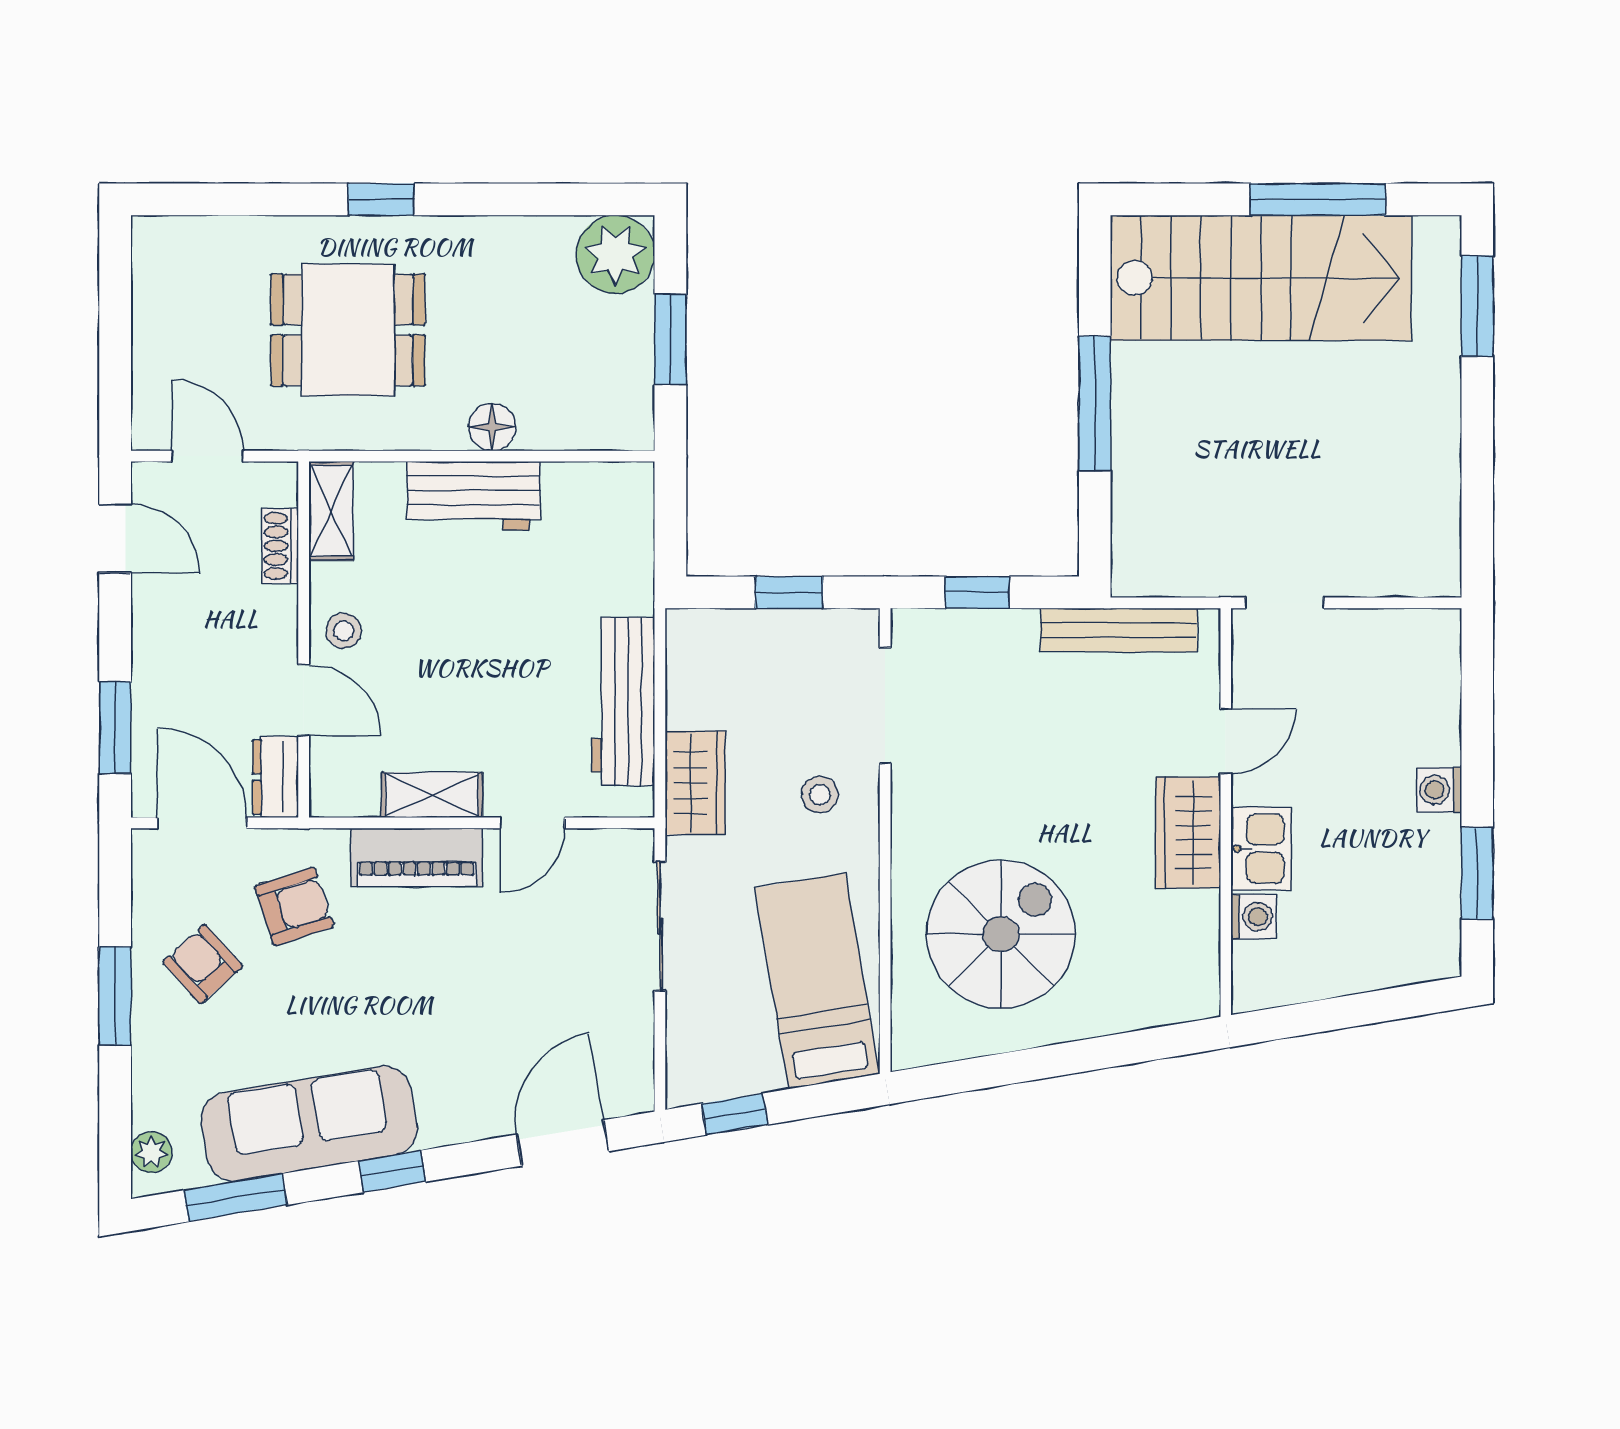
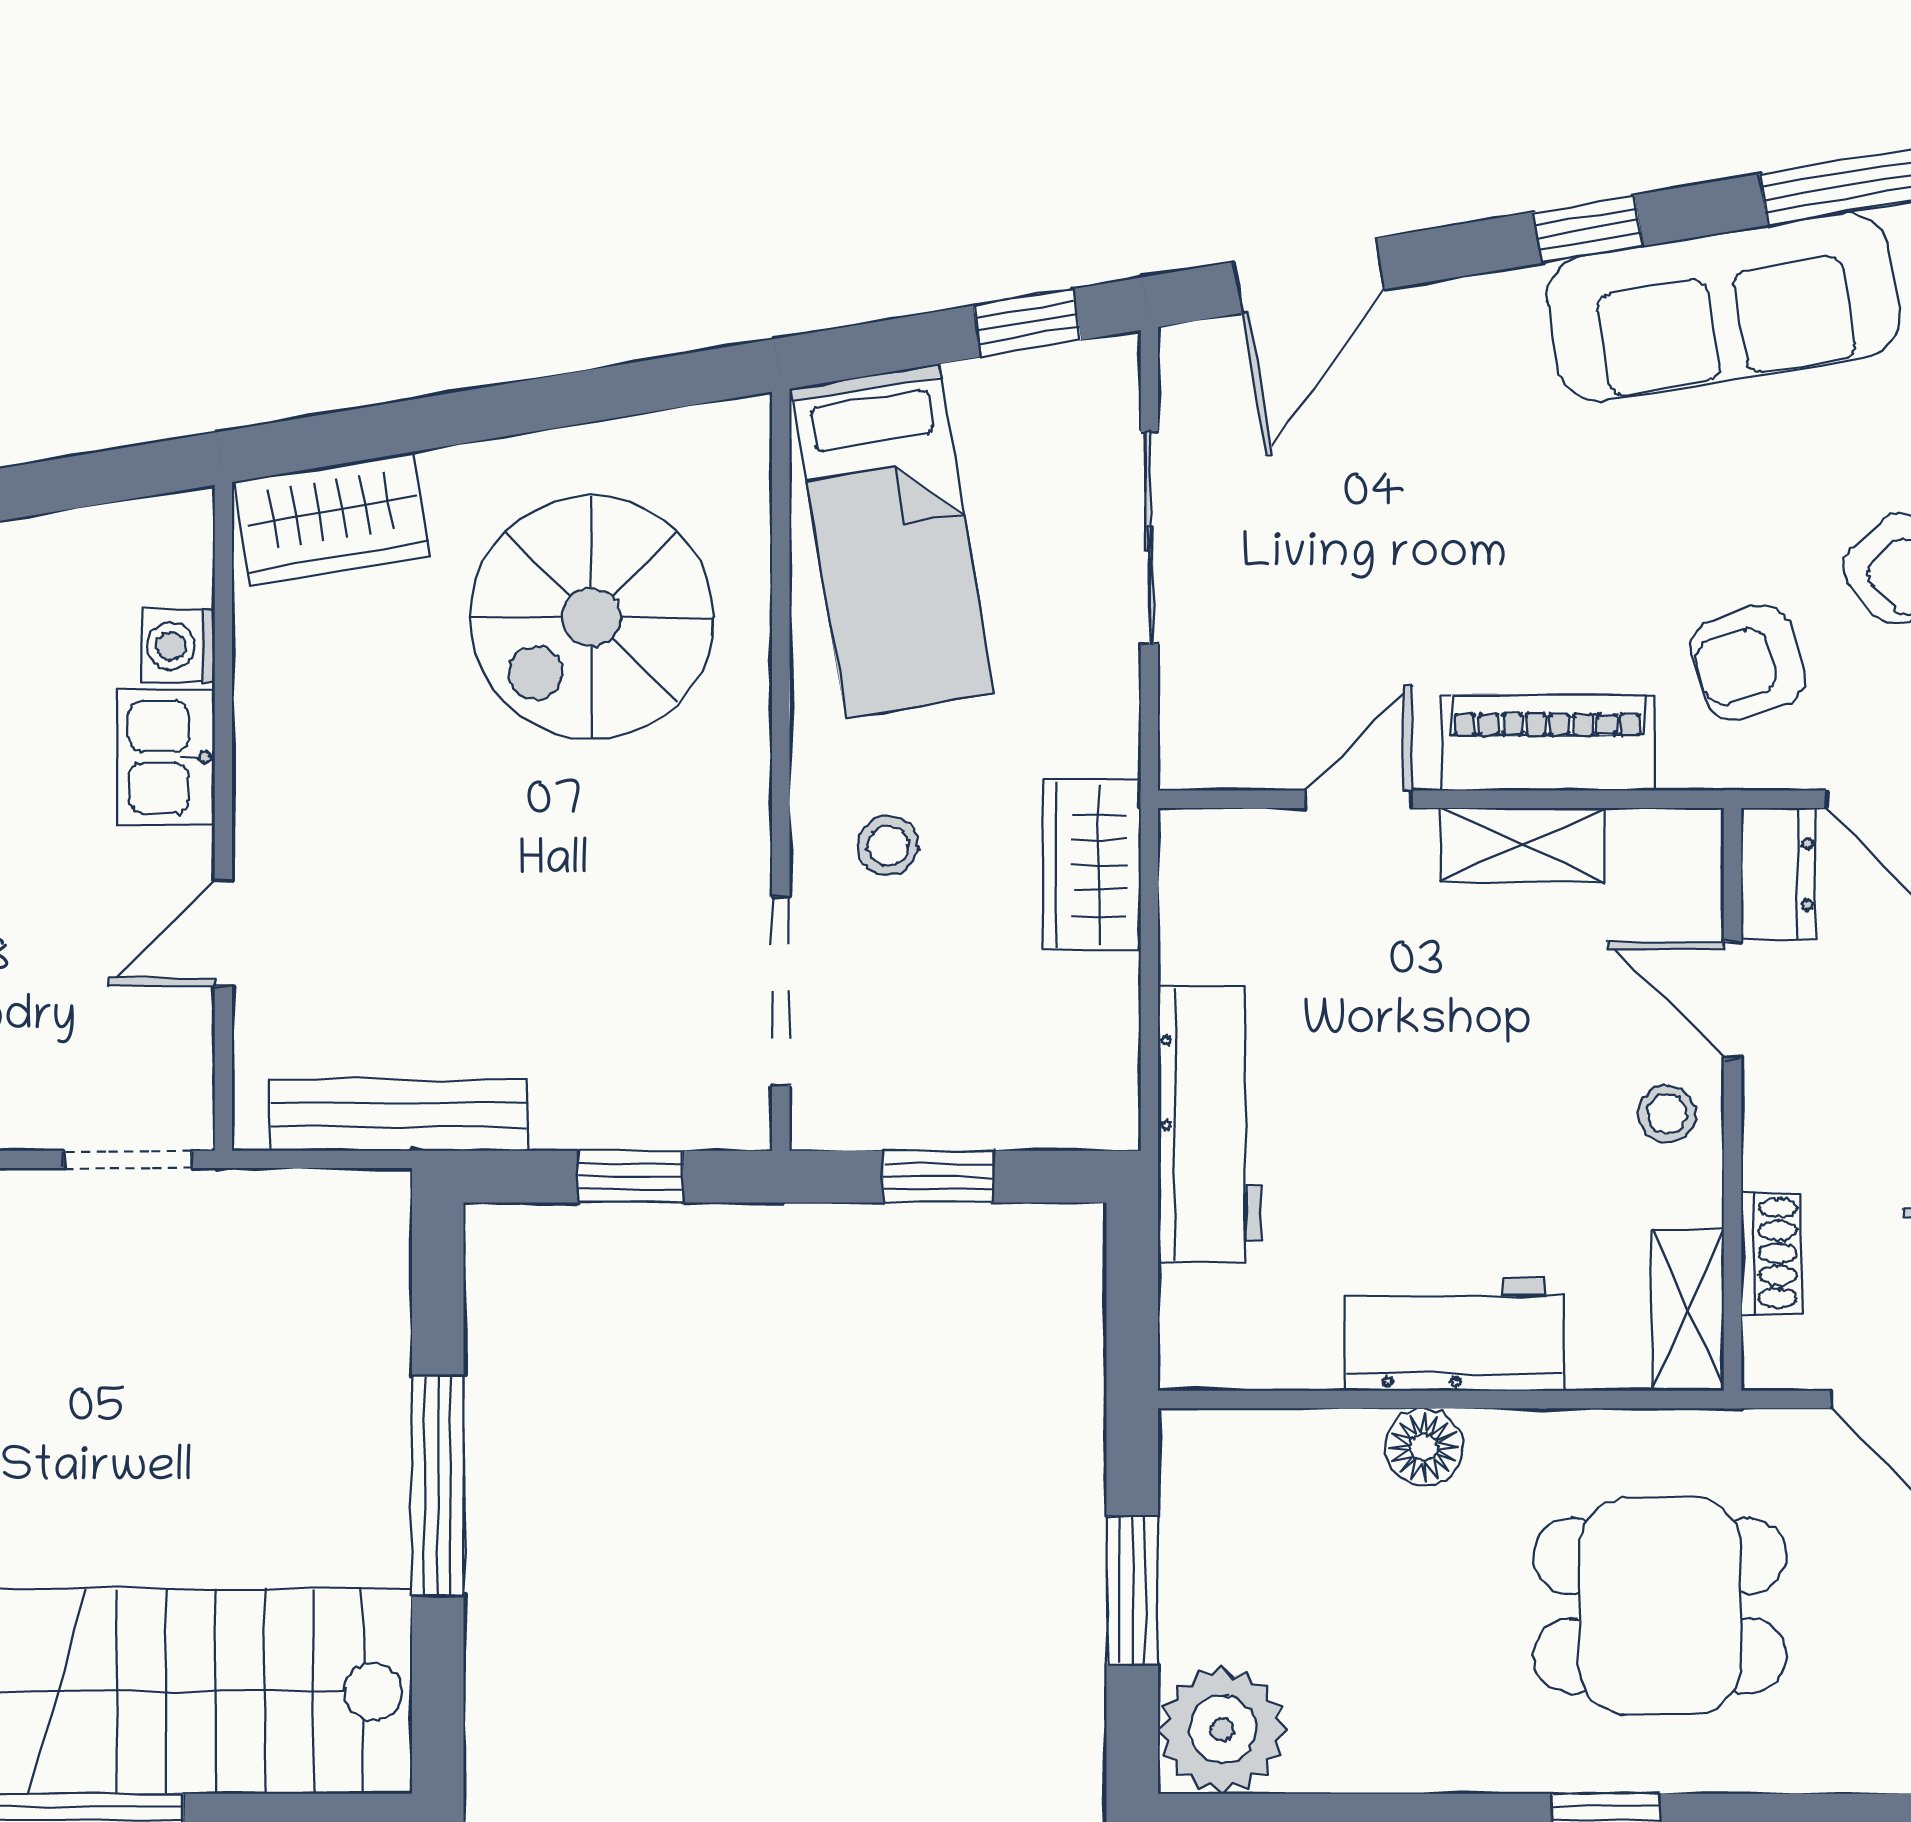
workbench: (623, 701) -> (1210, 1124), moved
wardrobe: (1188, 833) -> (332, 519), moved, turned 81
sliding door: (660, 926) -> (1149, 538), moved

